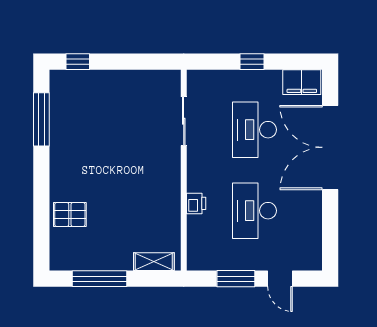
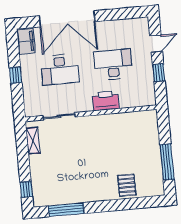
printer: (196, 203) -> (106, 101), width x1.87, depth x1.48
desk: (254, 211) -> (113, 65), turned 180
shelving: (154, 262) -> (33, 141), moved
window: (236, 279) -> (159, 73), width x0.67

